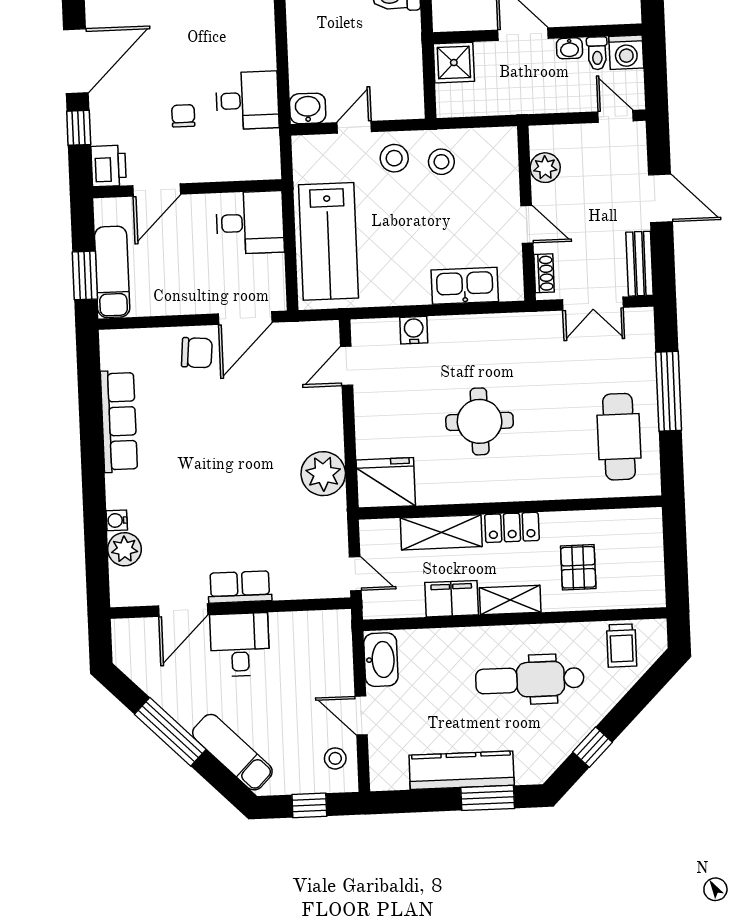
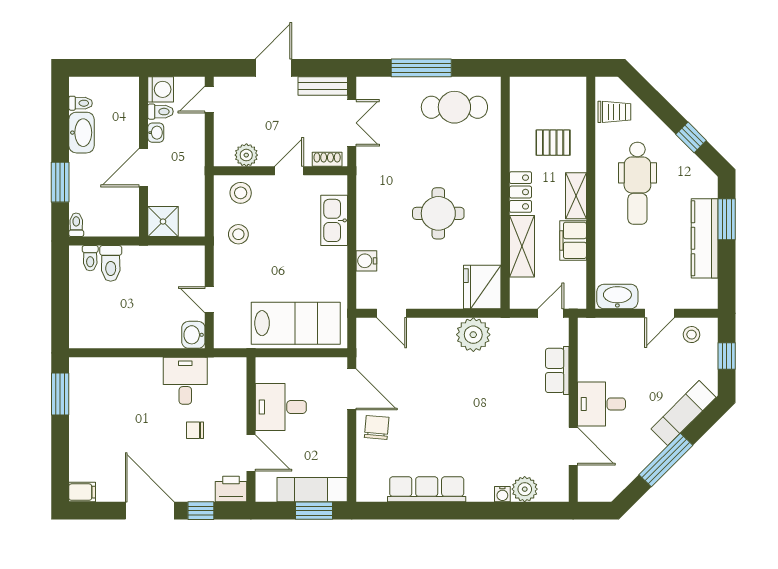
stool: (394, 158) -> (241, 193), moved
desk: (250, 223) -> (281, 407), moved, turned -90
row of seats: (240, 587) -> (557, 370), moved

